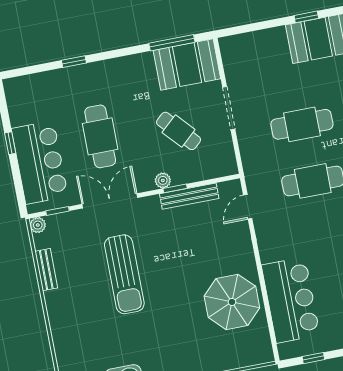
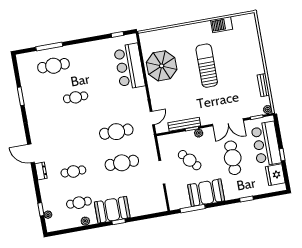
booth: (187, 65) -> (206, 193), moved
fridge: (22, 107) -> (275, 175), added
sun lounger: (124, 274) -> (207, 66), moved

